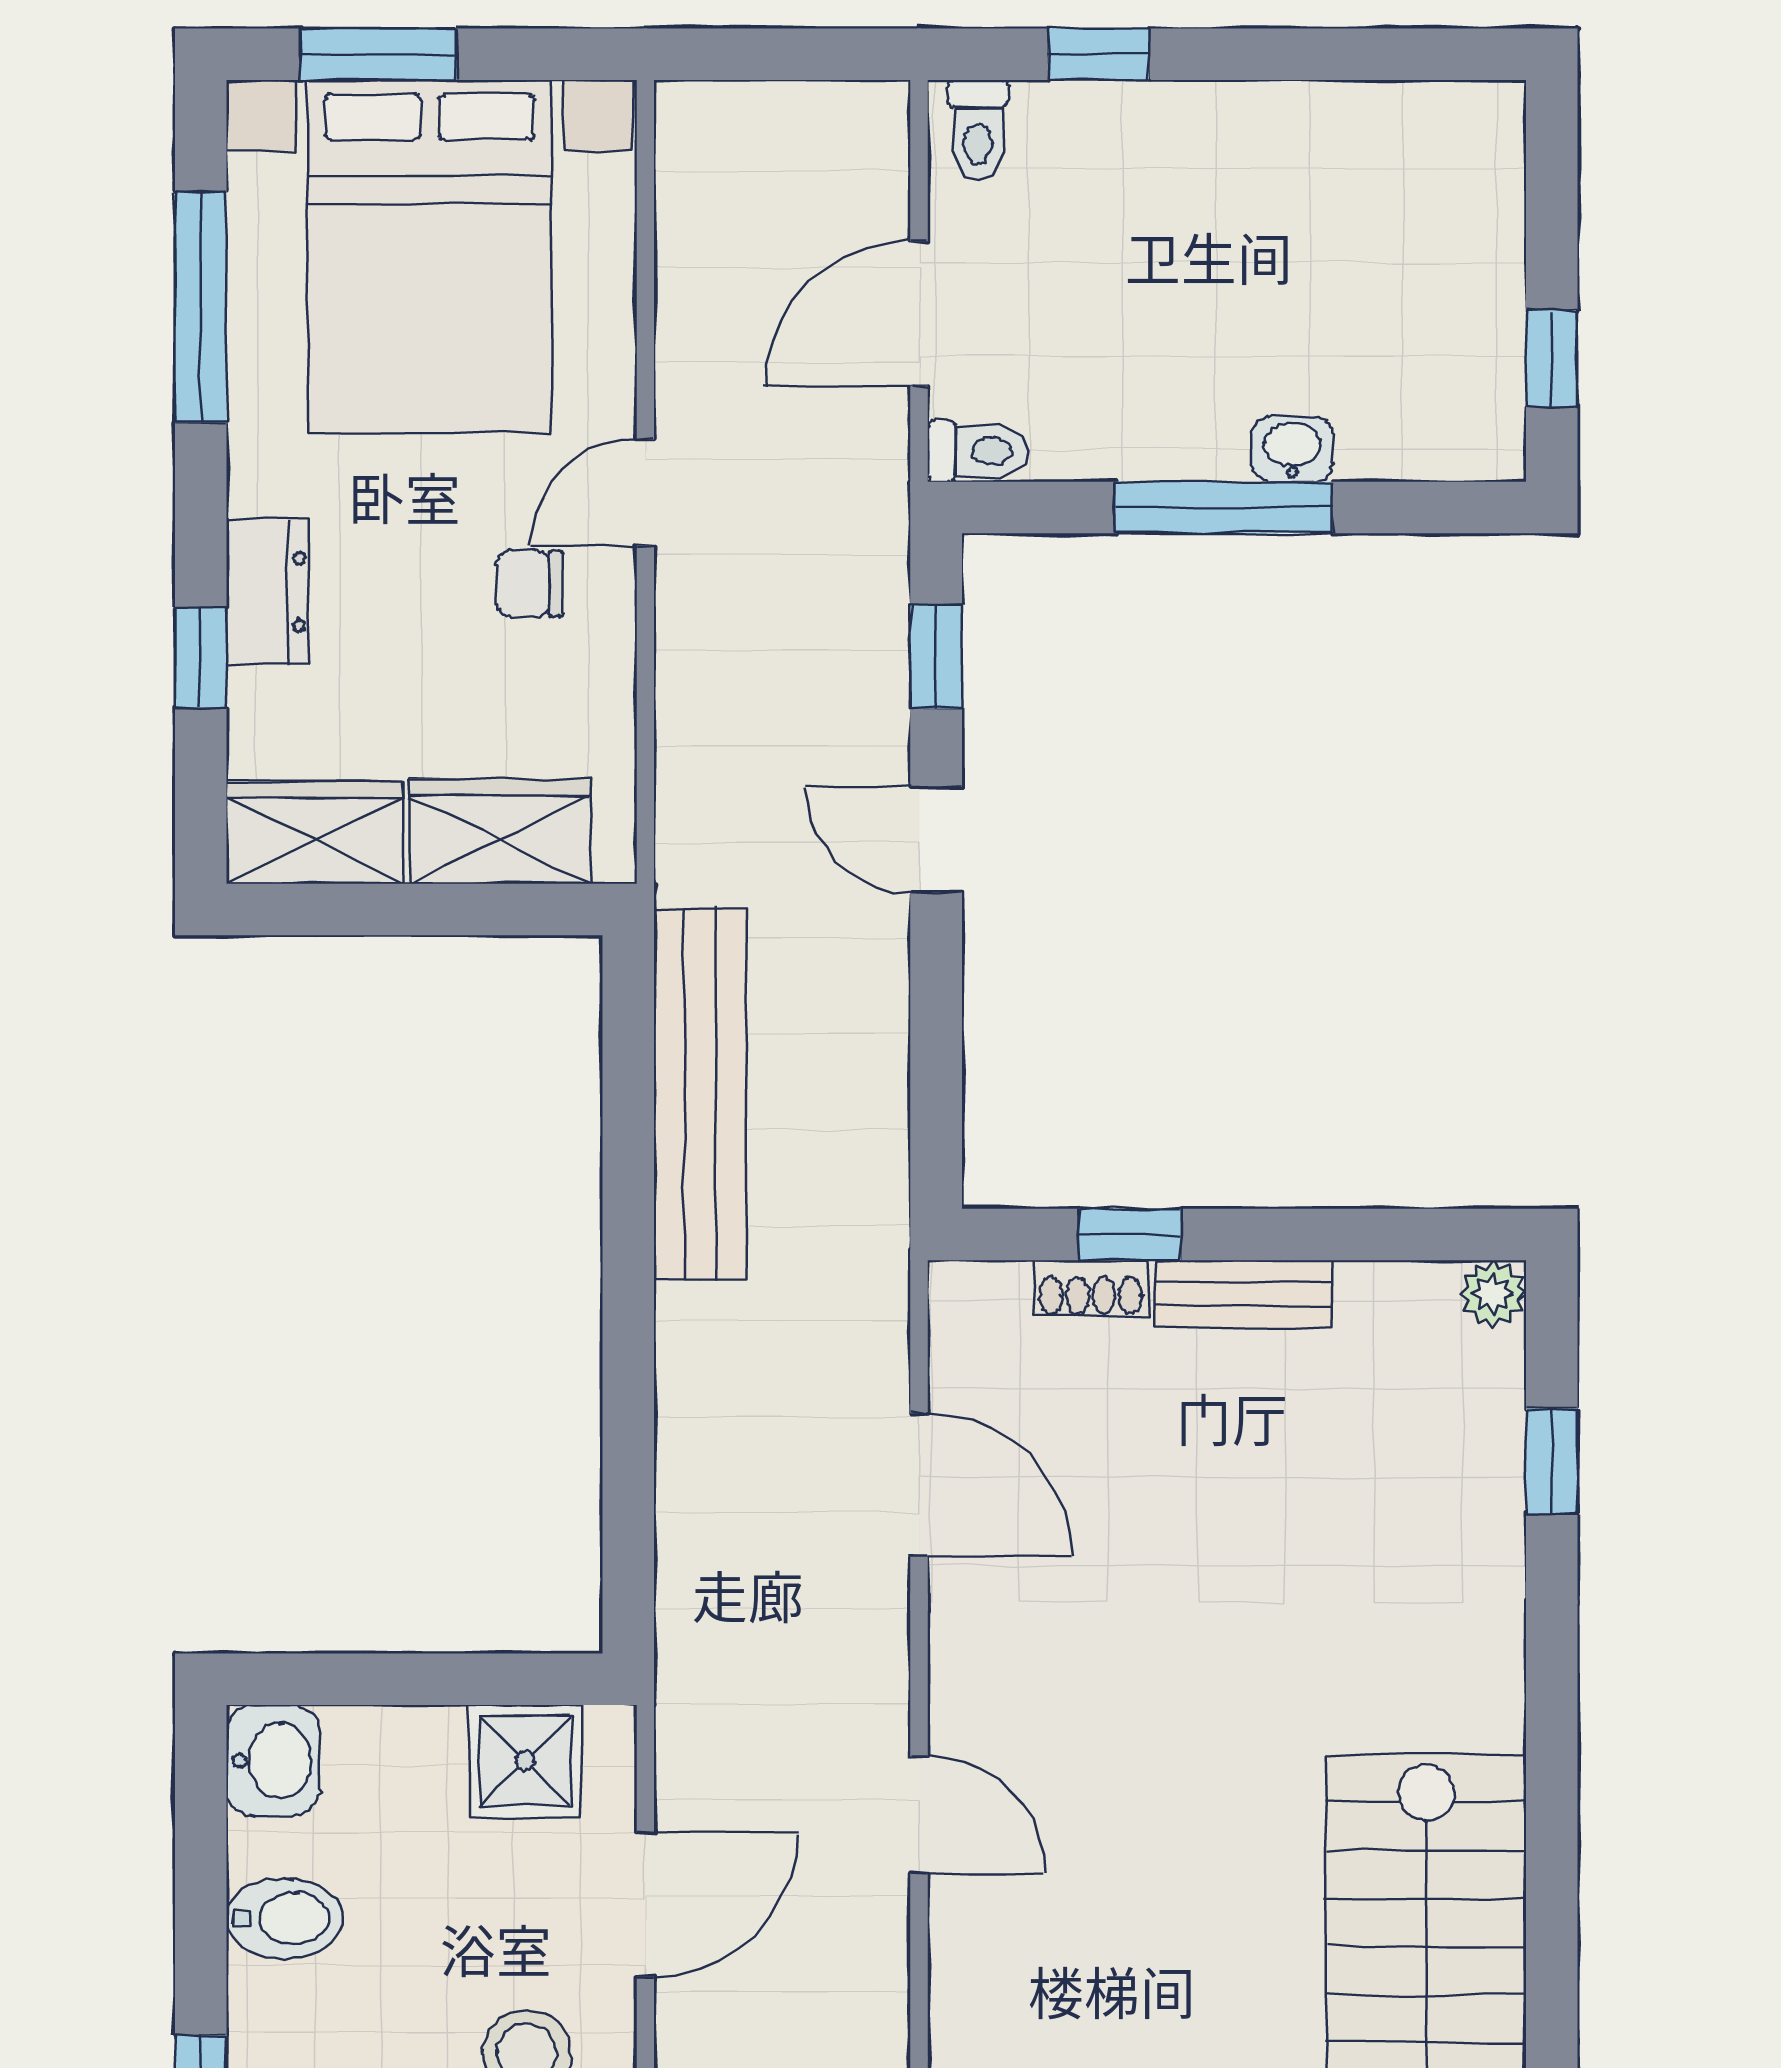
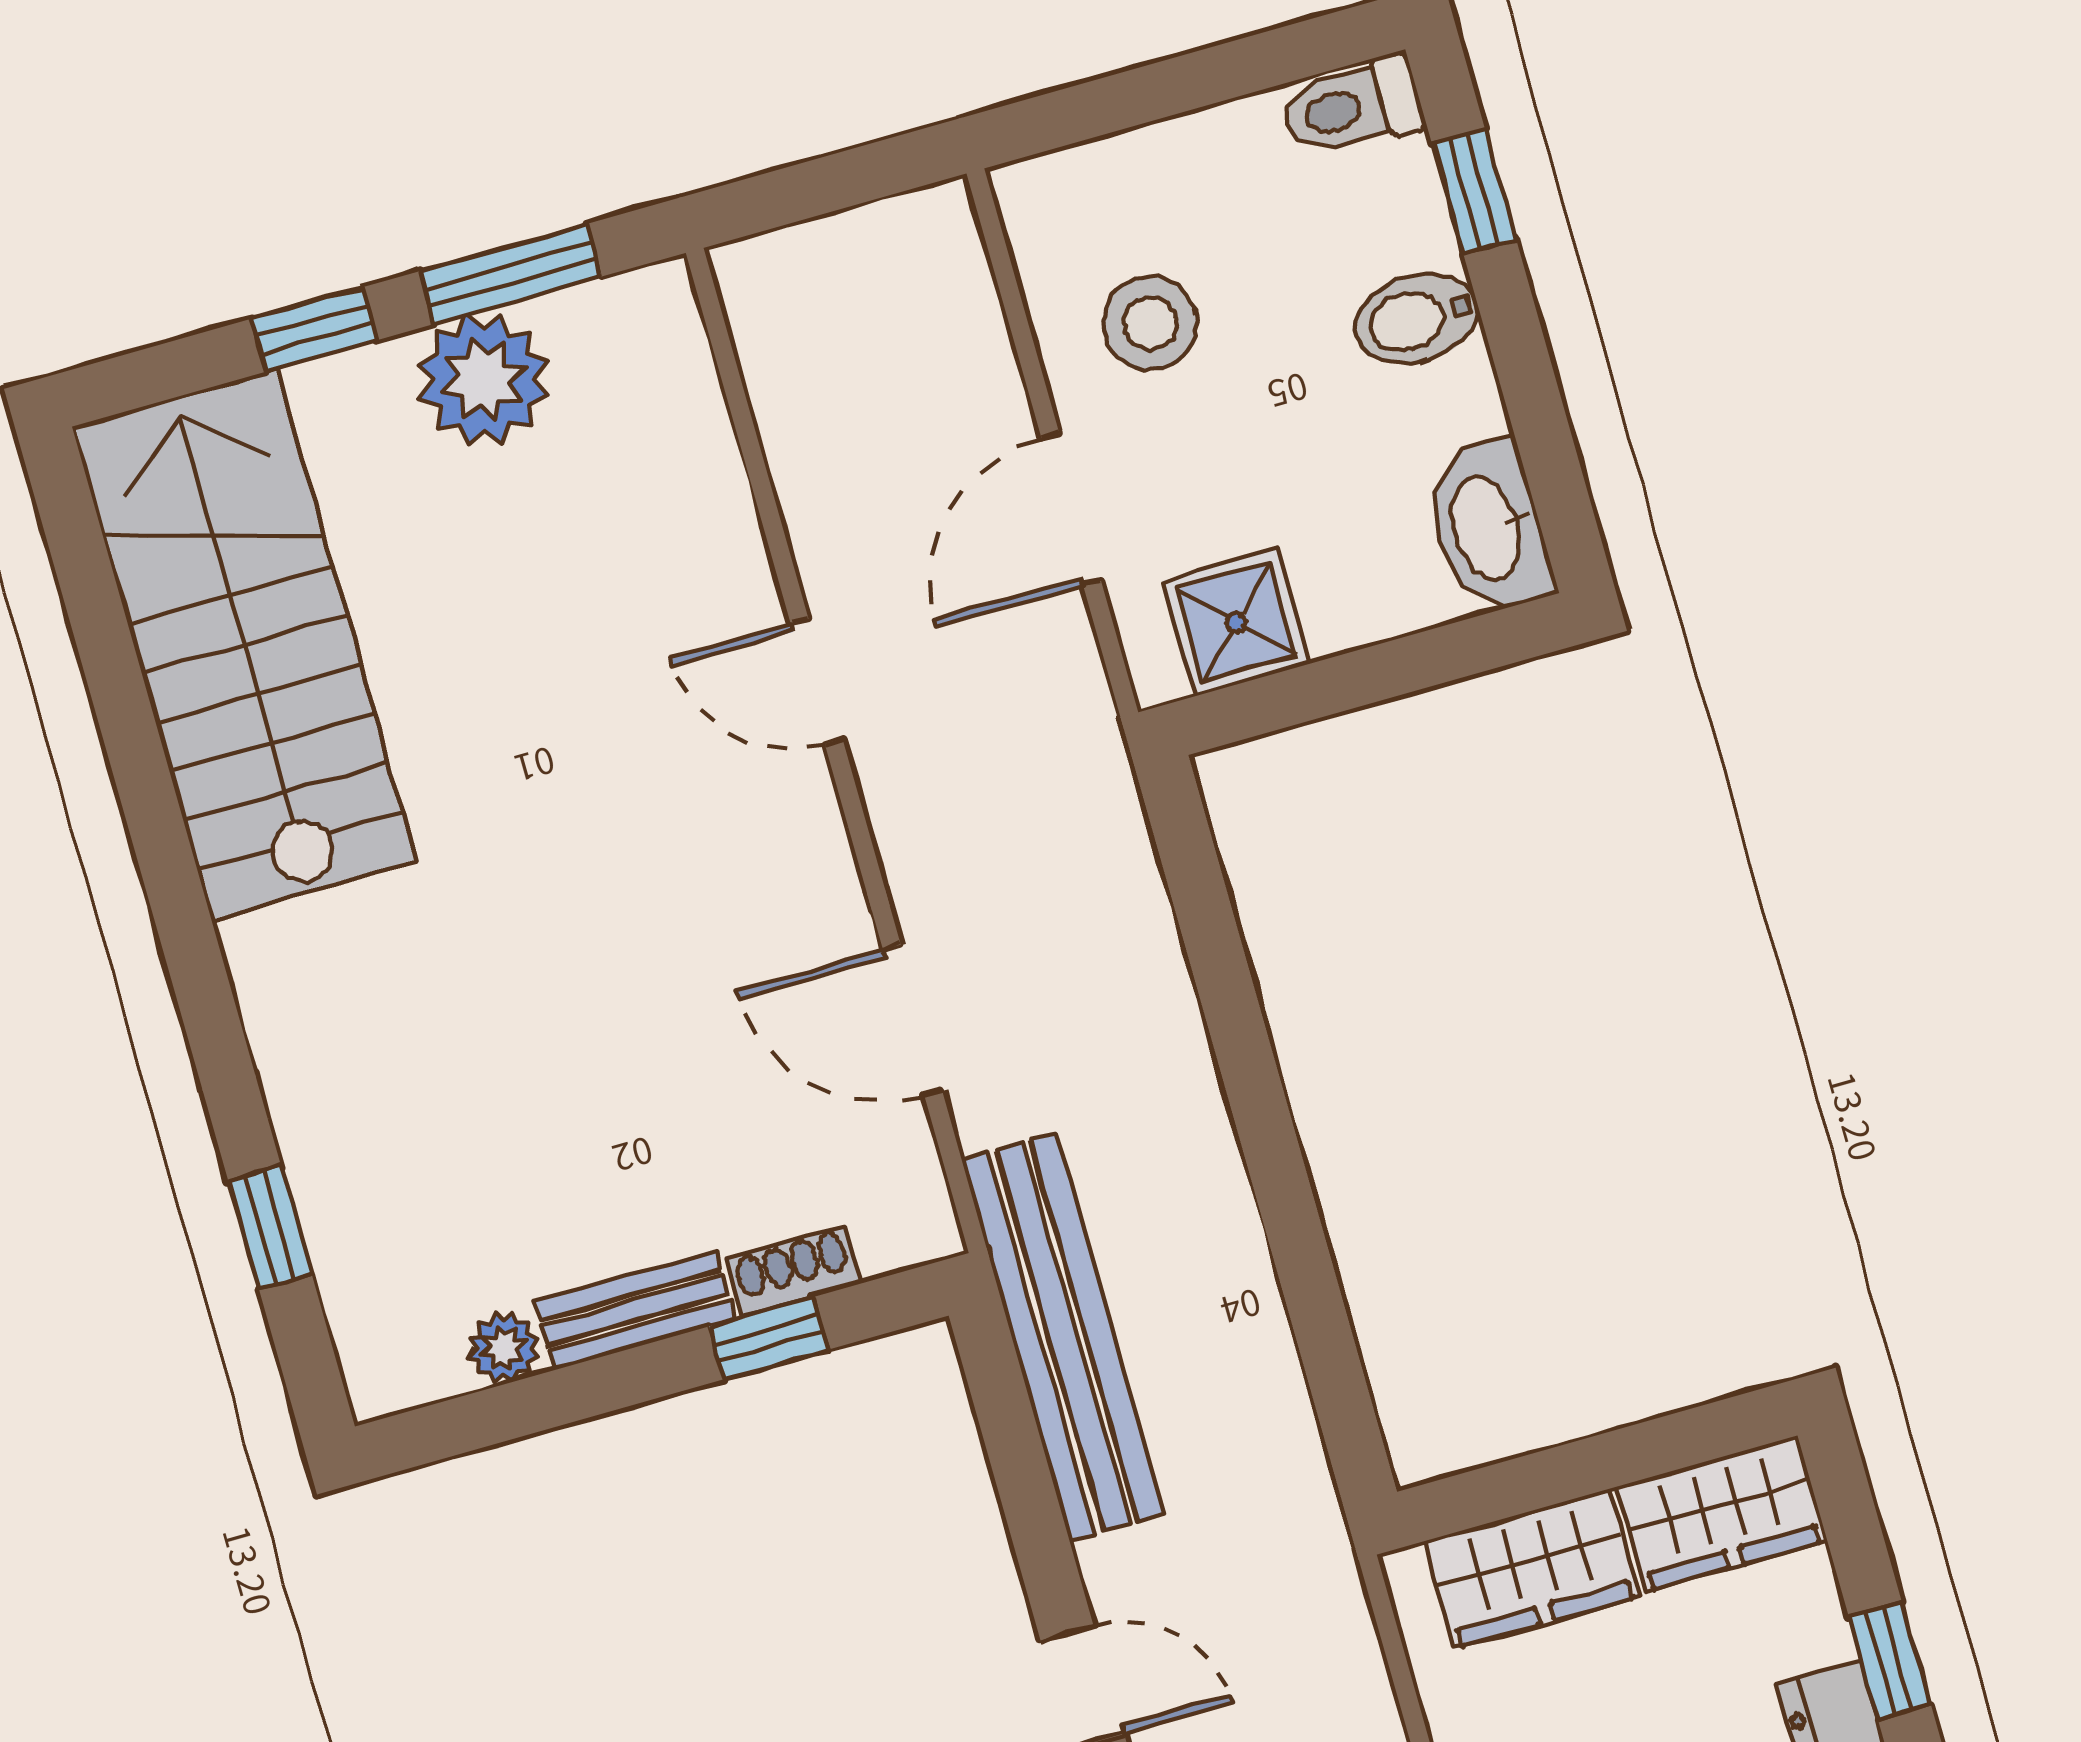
bench: (700, 1094) -> (1063, 1337), moved
plant: (1493, 1293) -> (503, 1348), moved
washbasin: (273, 1760) -> (1489, 528), width x1.38
bidet: (285, 1918) -> (1417, 319), moved

